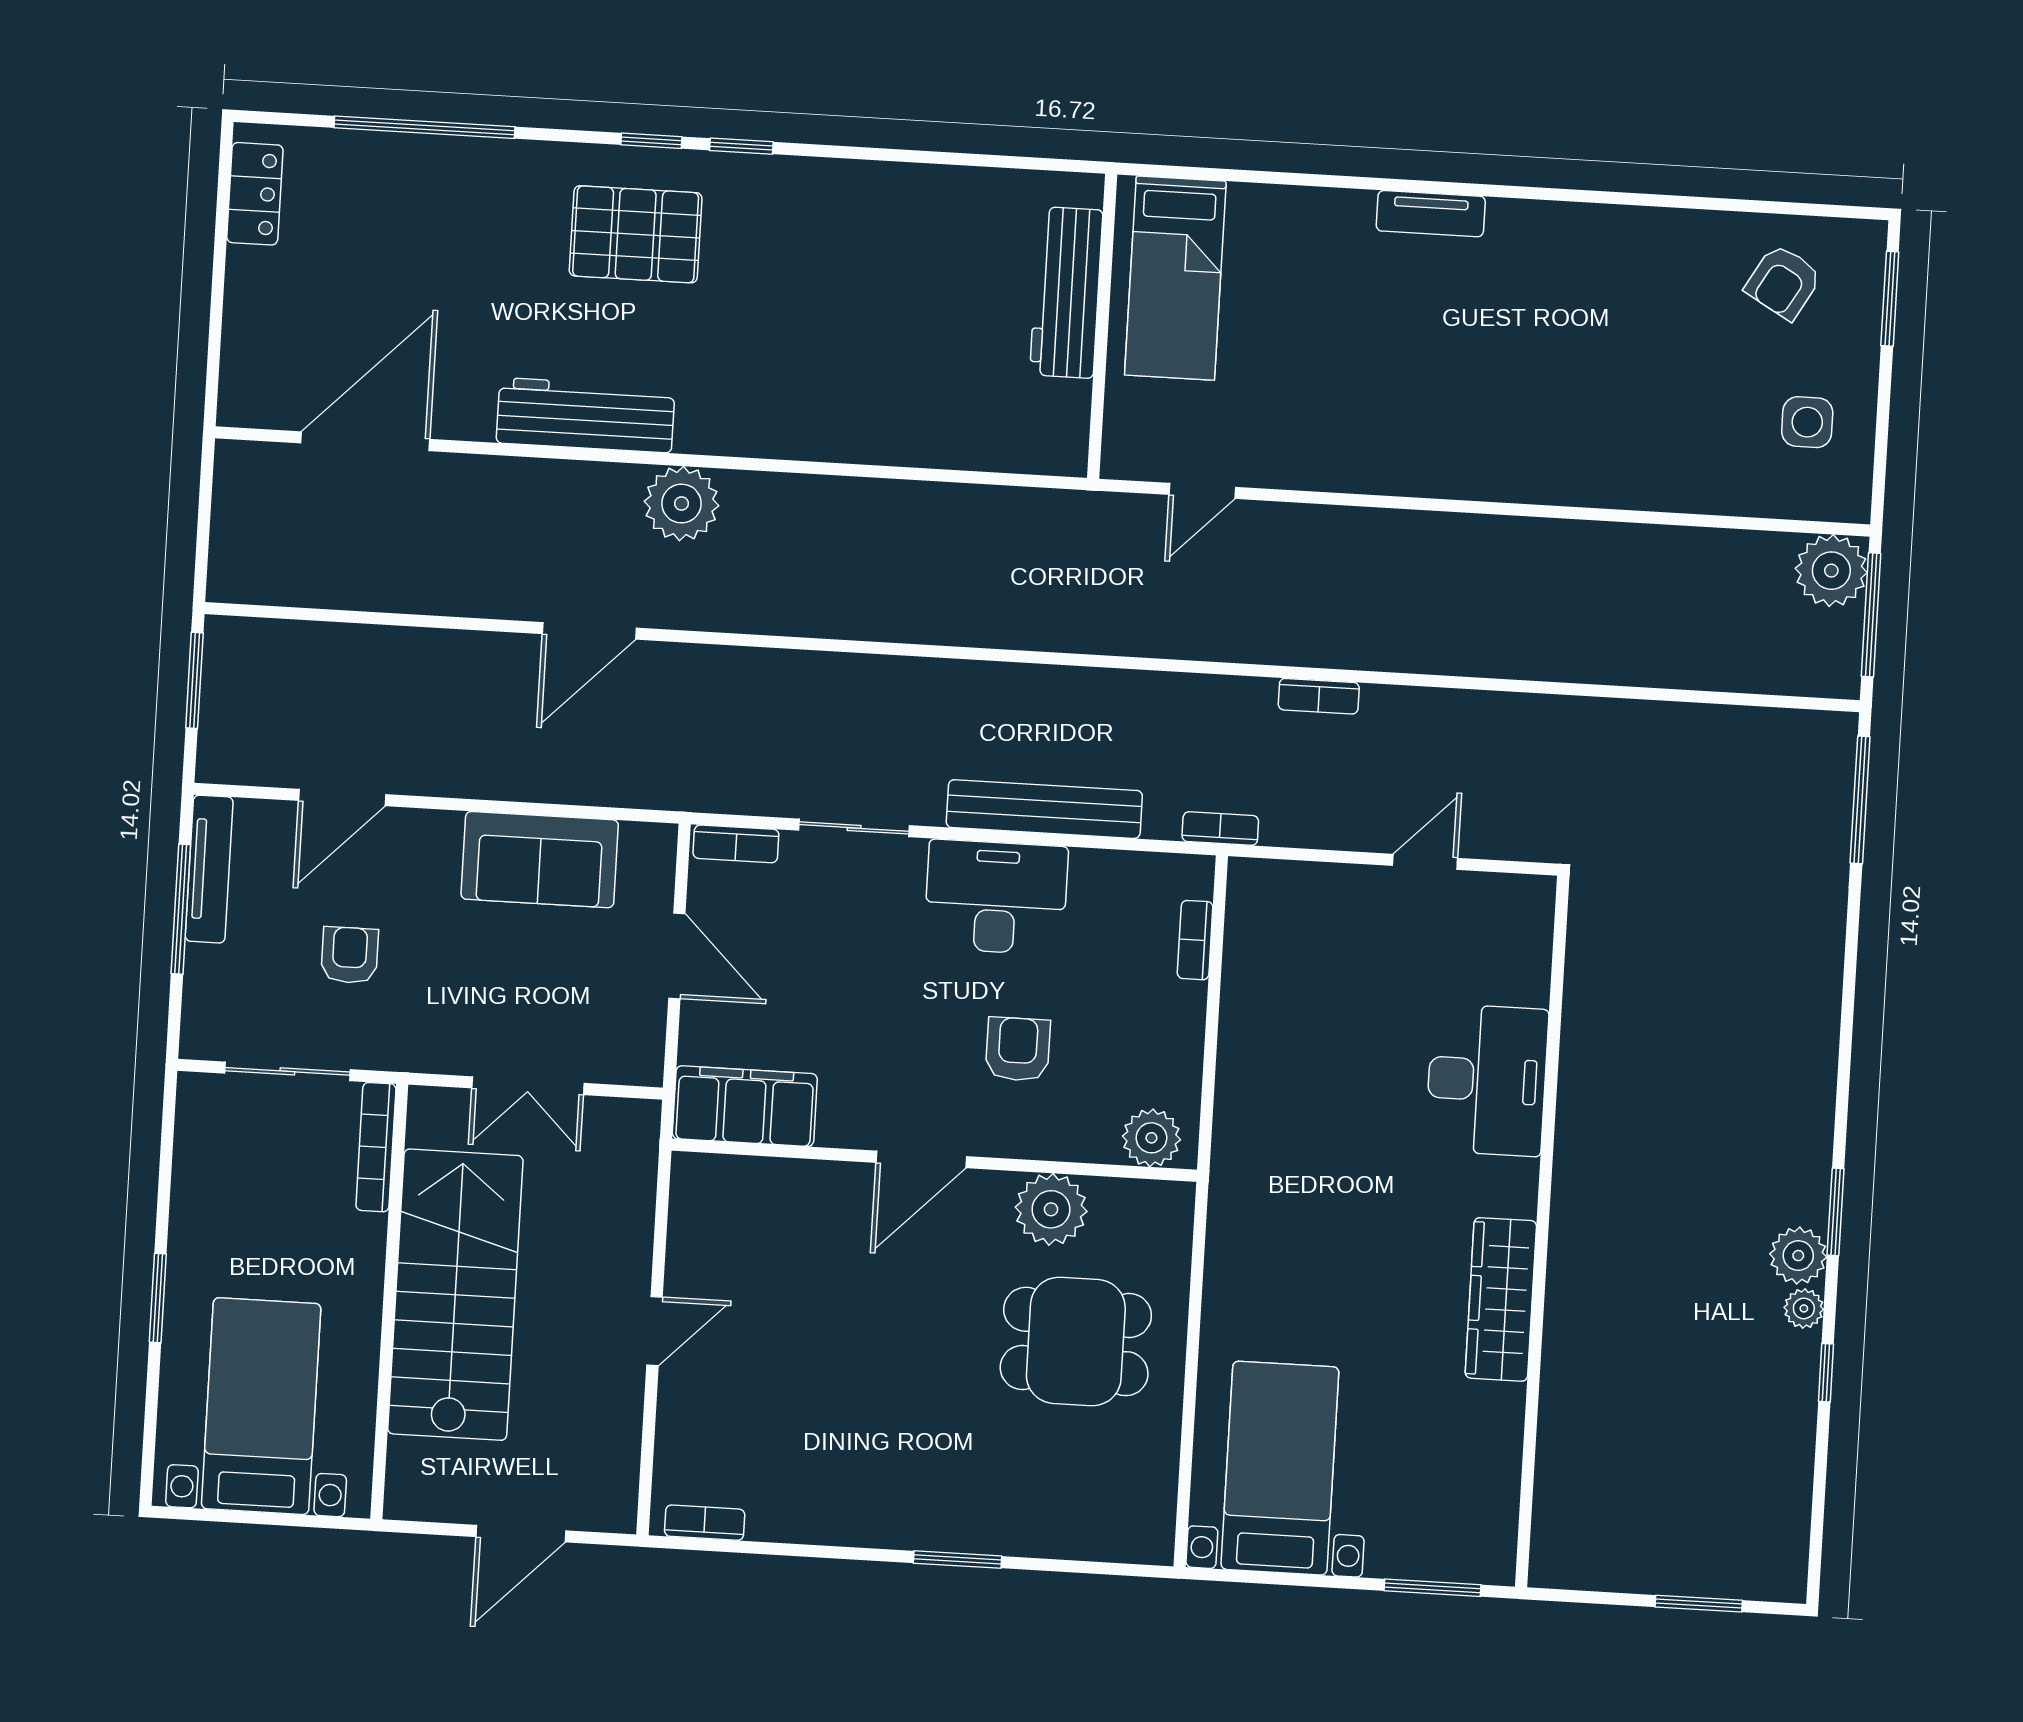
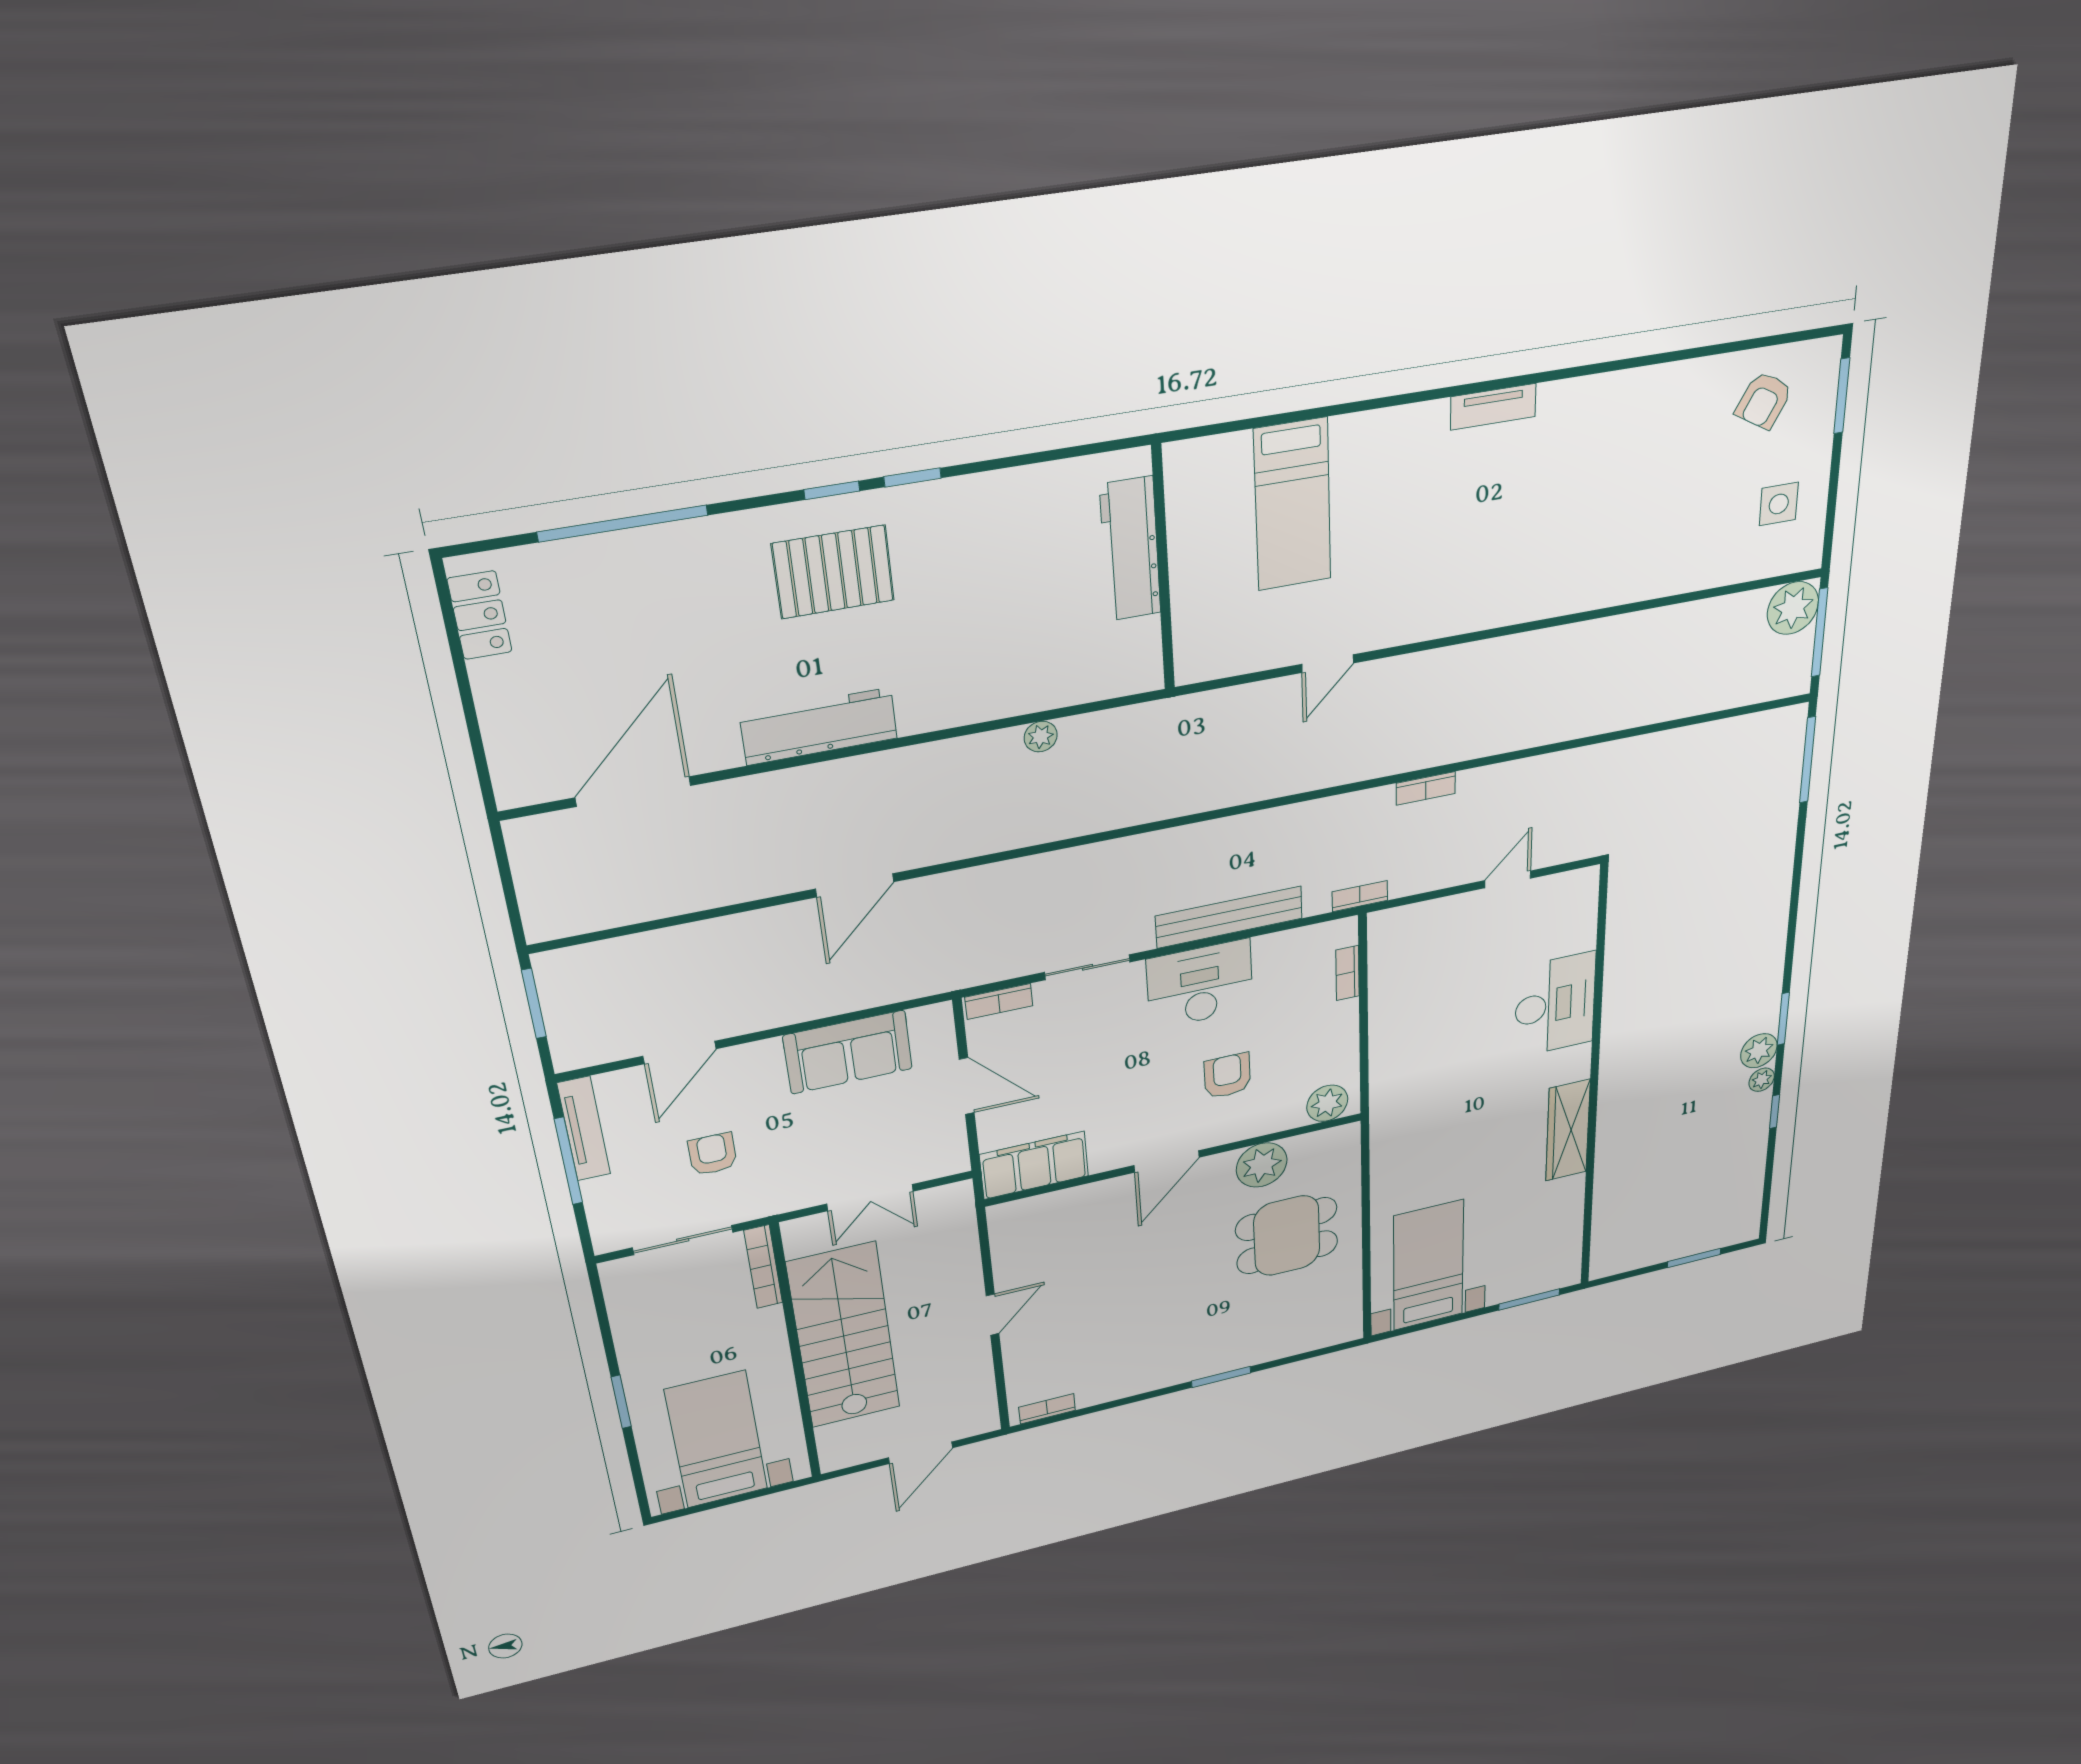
workbench: (1066, 292) -> (1130, 549), moved
wall: (1102, 326) -> (1163, 569), moved
plant: (682, 504) -> (1041, 737), moved, width x0.53, depth x0.53

